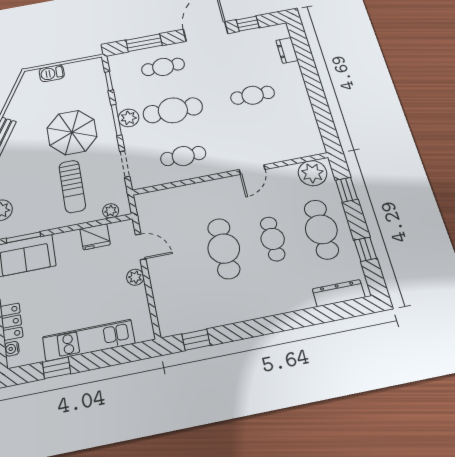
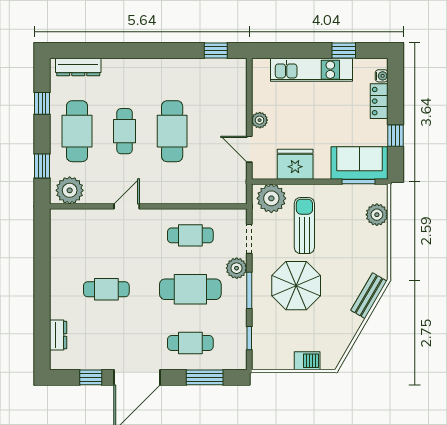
plant: (129, 118) -> (237, 268), moved
plant: (111, 211) -> (271, 198), width x1.87, depth x1.87
fridge: (95, 237) -> (295, 164), width x1.36, depth x1.34

